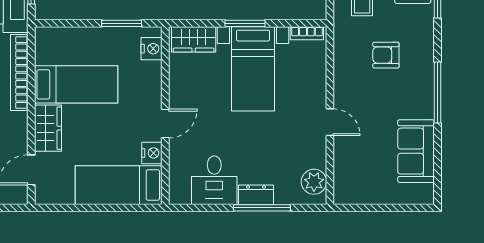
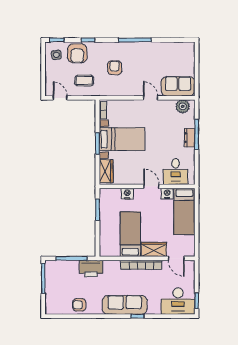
nightstand: (152, 49) -> (127, 194), moved
armchair: (386, 55) -> (115, 68), turned 180
bookcase: (19, 72) -> (141, 265), moved
door: (330, 122) -> (151, 98), hinge flipped
sofa: (416, 151) -> (178, 86), moved, turned 180
desk: (214, 180) -> (176, 171), moved, turned 90

